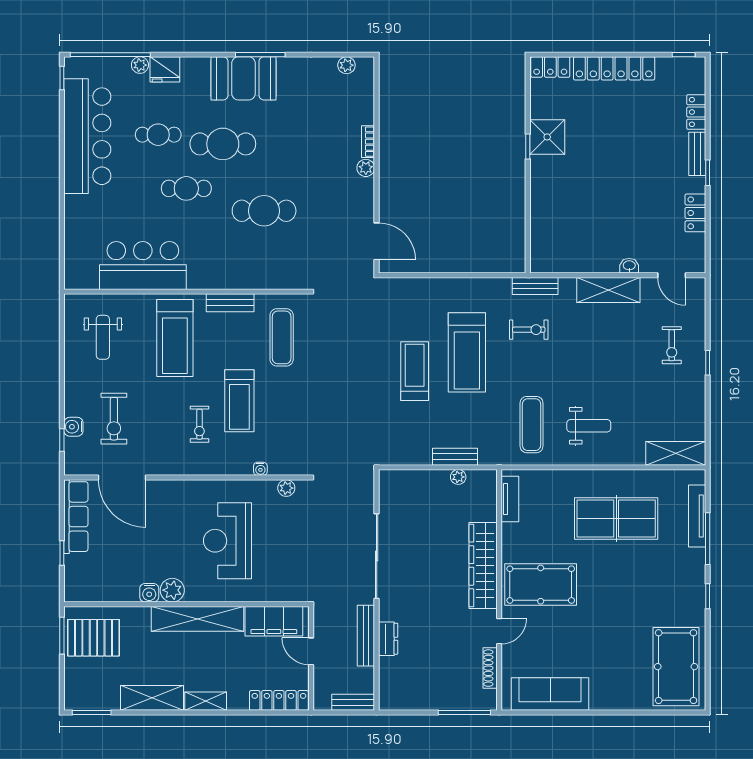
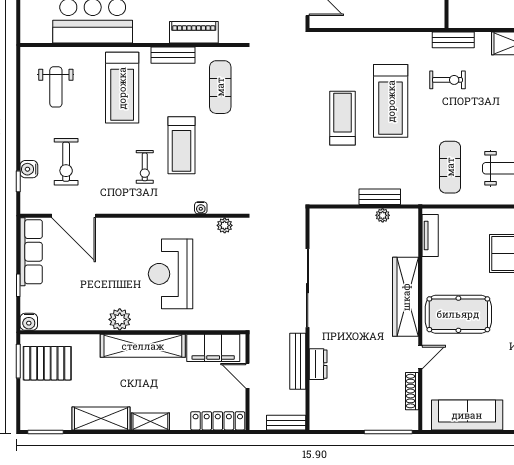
piano: (253, 278) -> (194, 32), added
water cooler: (149, 593) -> (29, 322), moved

